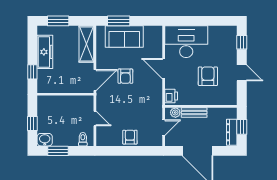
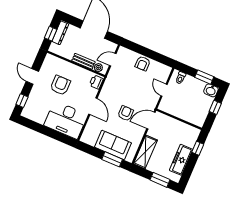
armchair: (208, 76) -> (60, 85), turned 180

